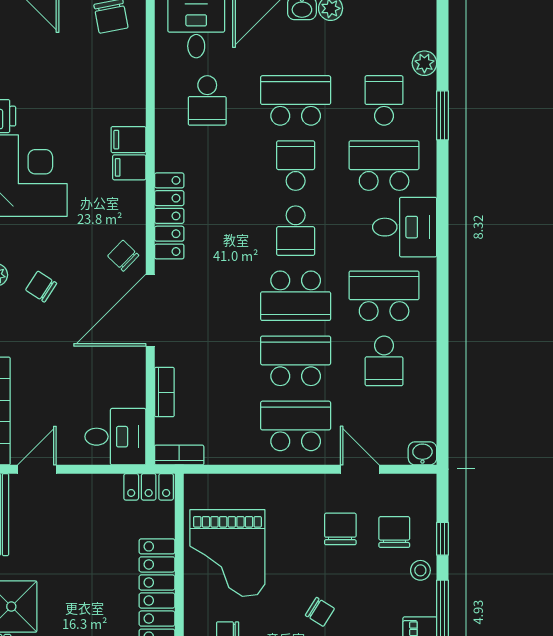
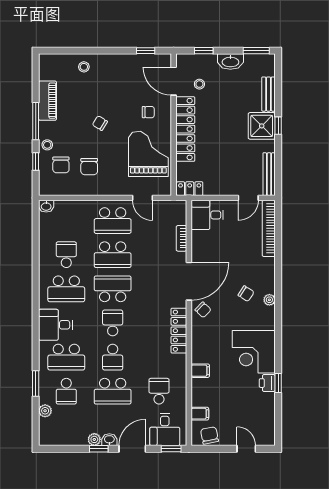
filing cabinet: (129, 167) -> (200, 414), moved
bookcase: (179, 455) -> (174, 205), removed
door: (360, 469) -> (143, 198), moved

